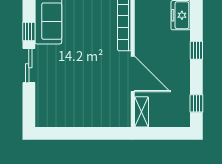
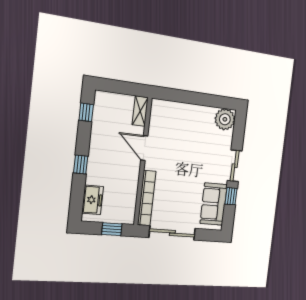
door: (133, 74) -> (144, 148), width x0.73
plant: (47, 115) -> (225, 119), added

